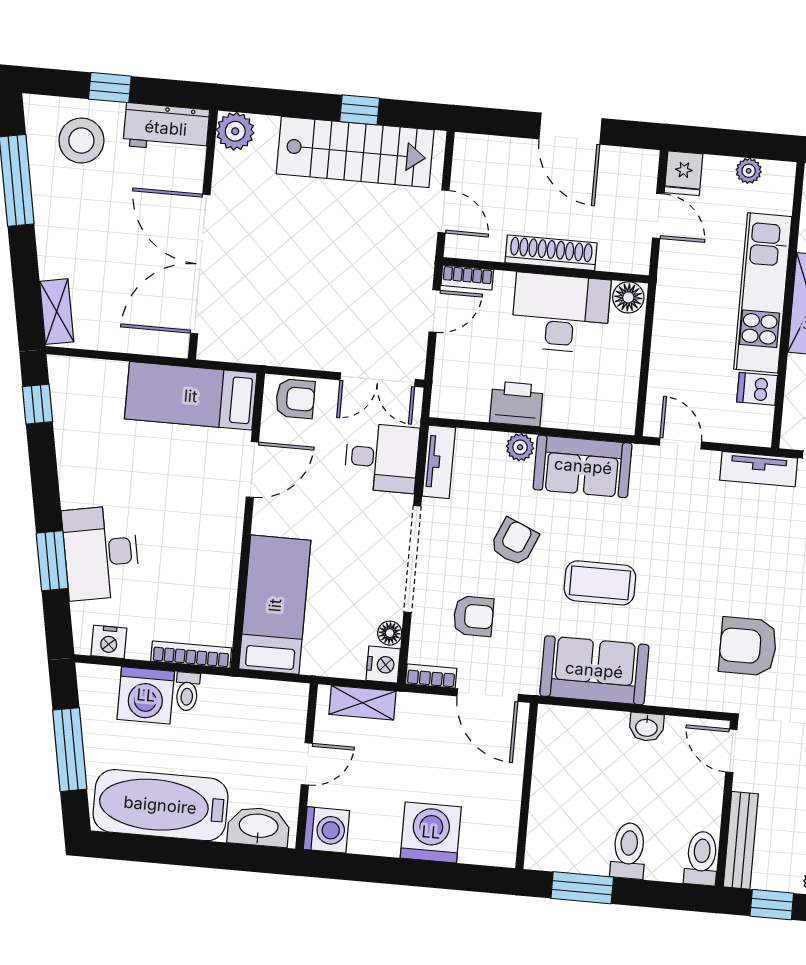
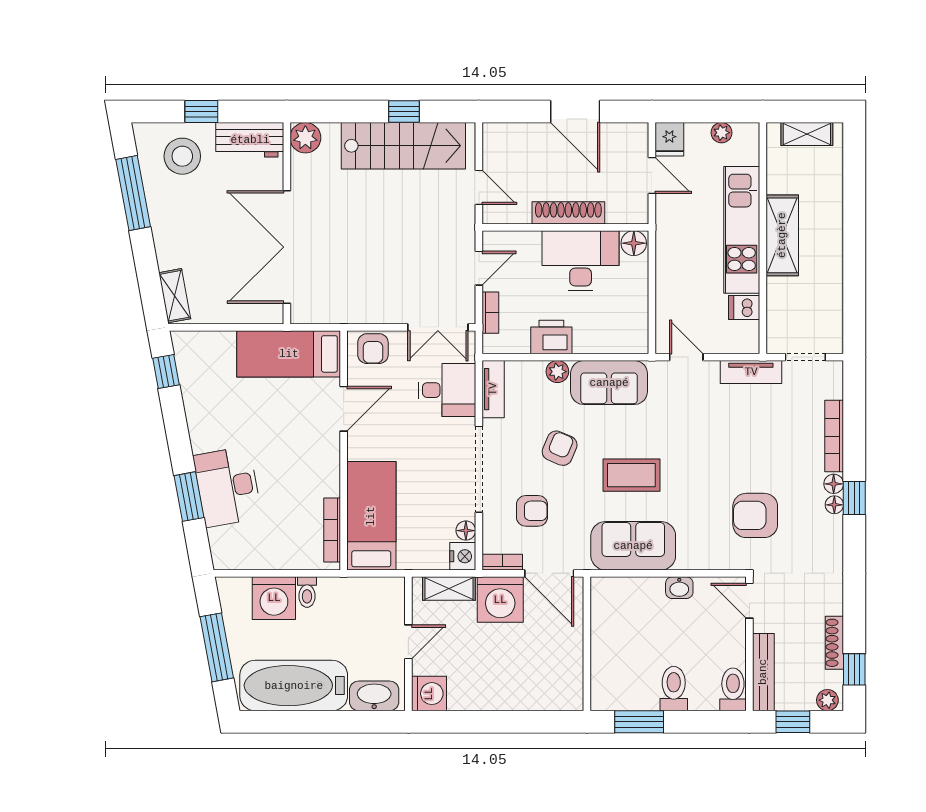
bookcase: (467, 278) -> (490, 313), moved, turned -90
armchair: (295, 399) -> (373, 349), turned 90
nightstand: (109, 642) -> (240, 558), removed
bookcase: (191, 654) -> (332, 530), moved, turned -90
washing machine: (431, 832) -> (500, 600), moved, turned 180

